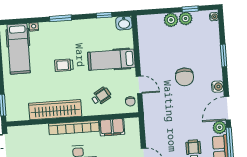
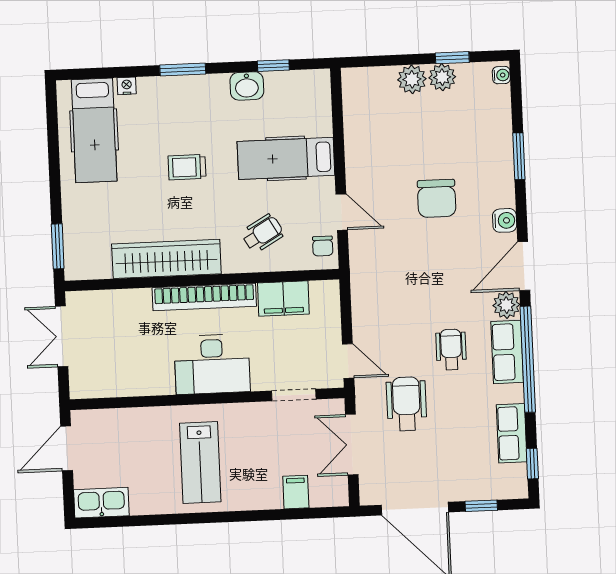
washbasin: (124, 23) -> (247, 86), moved

